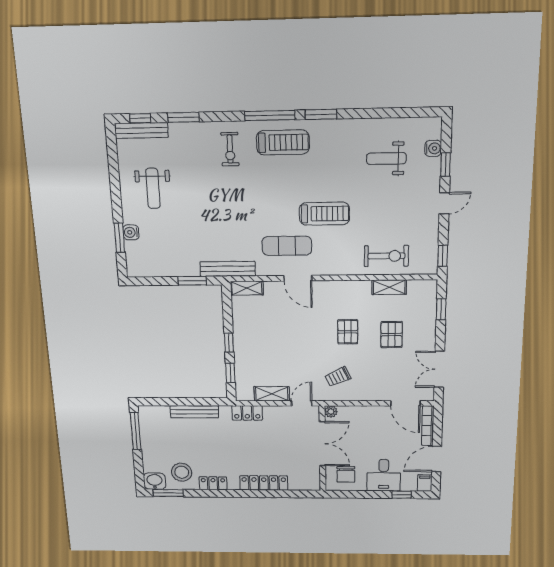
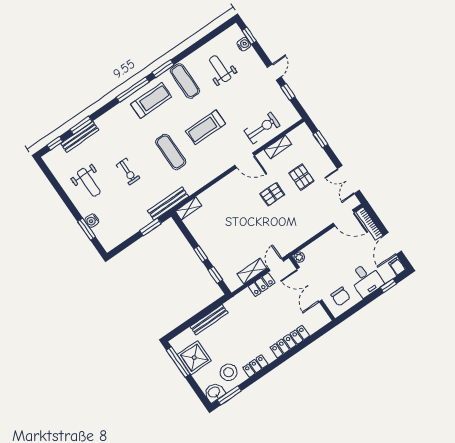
bench: (141, 130) -> (80, 137), moved
exercise mat: (337, 146) -> (185, 81), added
exercise bike: (230, 149) -> (128, 172), moved
weight bench: (386, 159) -> (220, 69), turned 90
window: (445, 165) -> (249, 36), moved
treadmill: (324, 214) -> (206, 127), turned 180
exercise mat: (287, 246) -> (171, 152), moved, turned 90
window: (443, 256) -> (288, 92), moved
door: (298, 278) -> (245, 160), moved
pallet: (348, 332) -> (272, 194), turned 90
trolley: (338, 377) -> (287, 229), removed
locker: (247, 413) -> (262, 285), moved
shower: (155, 437) -> (194, 358), added
double door: (322, 444) -> (309, 285), swing flipped

